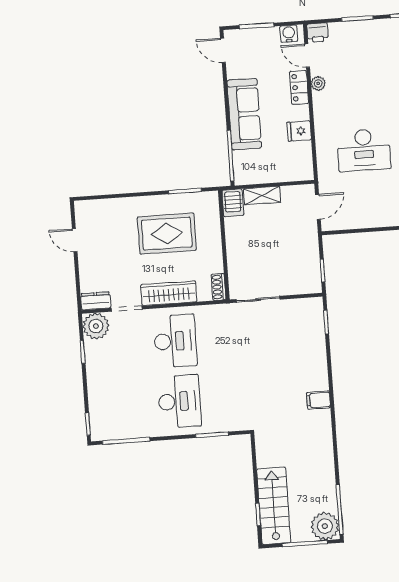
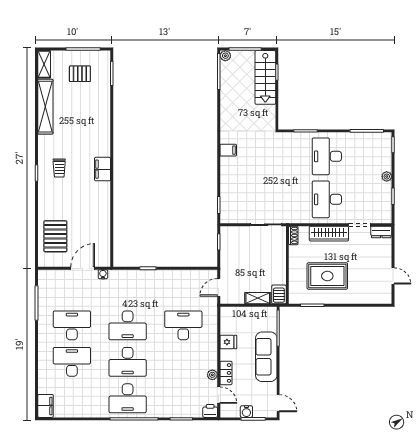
water cooler: (289, 34) -> (246, 412), moved
plant: (96, 326) -> (387, 176), moved, width x0.53, depth x0.53
plant: (325, 526) -> (225, 56), width x0.53, depth x0.53

